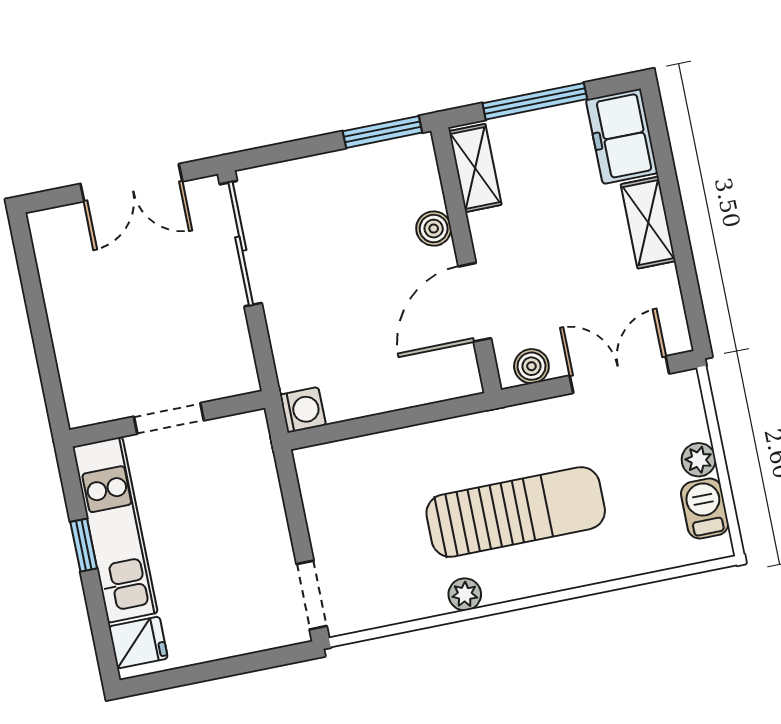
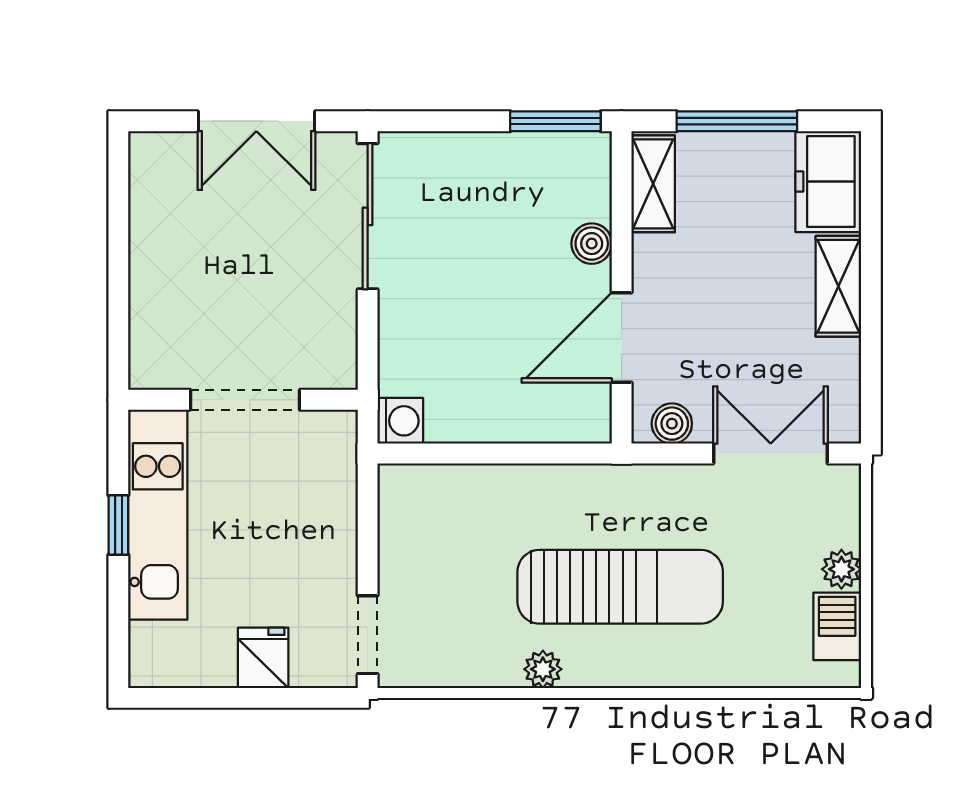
doorway: (169, 418) -> (245, 400), width x1.38
fridge: (138, 642) -> (263, 658), moved, turned -90

